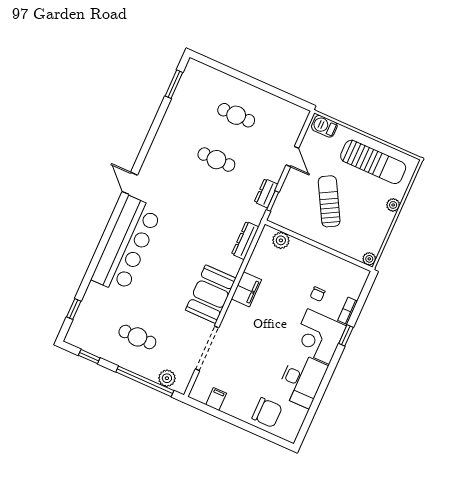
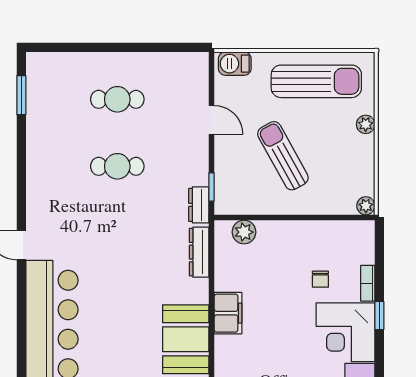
dresser: (266, 193) -> (199, 205), moved

